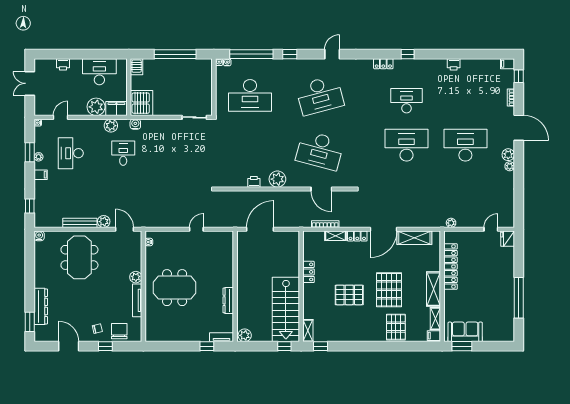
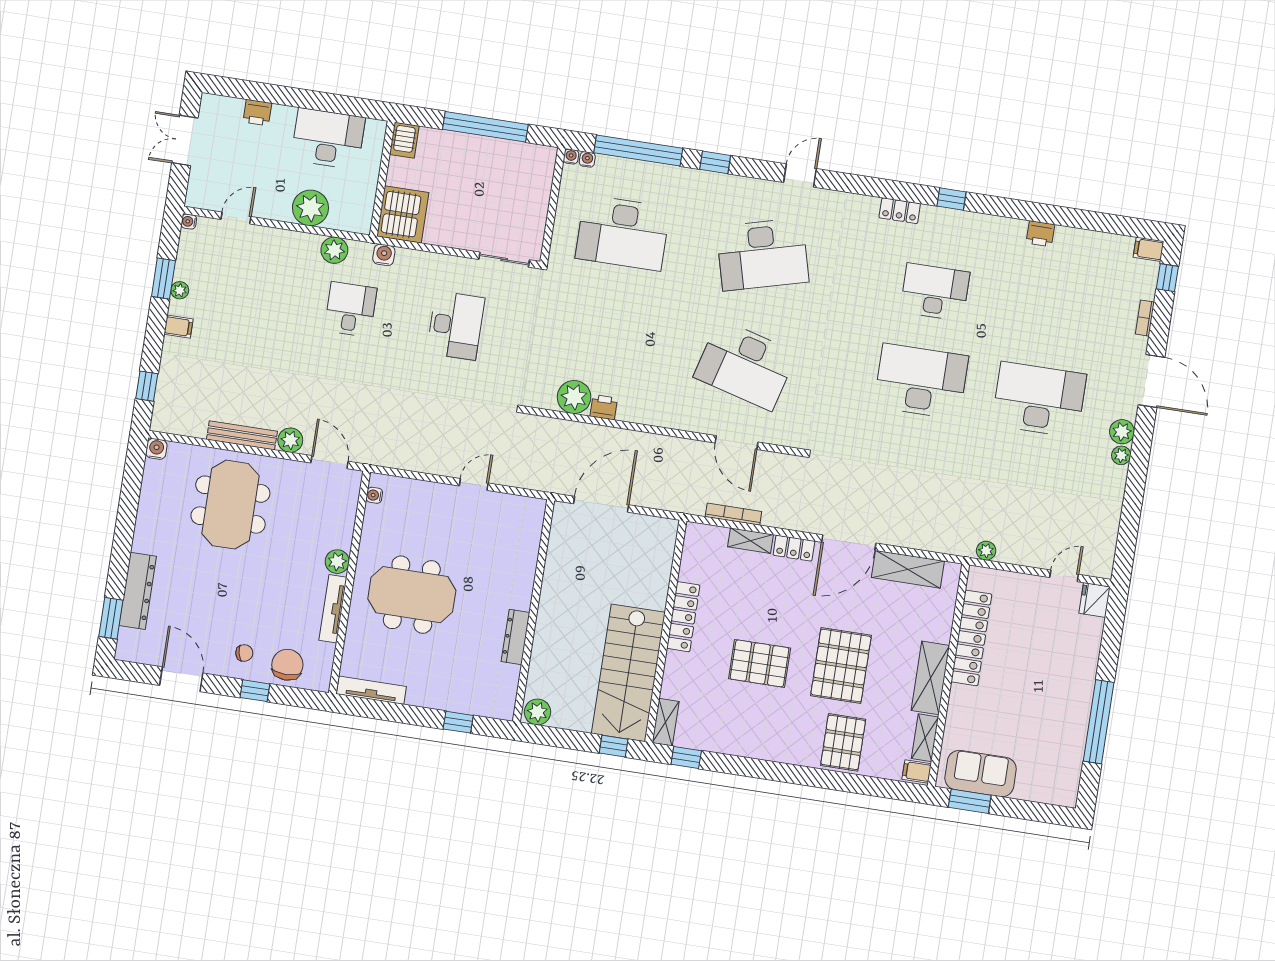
filing cabinet: (116, 109) -> (351, 218), removed
desk: (71, 153) -> (456, 326), moved, turned 180
plant: (277, 179) -> (574, 397), moved
locker: (309, 272) -> (683, 617), width x1.53
tv unit: (222, 337) -> (371, 690), moved, width x1.41

